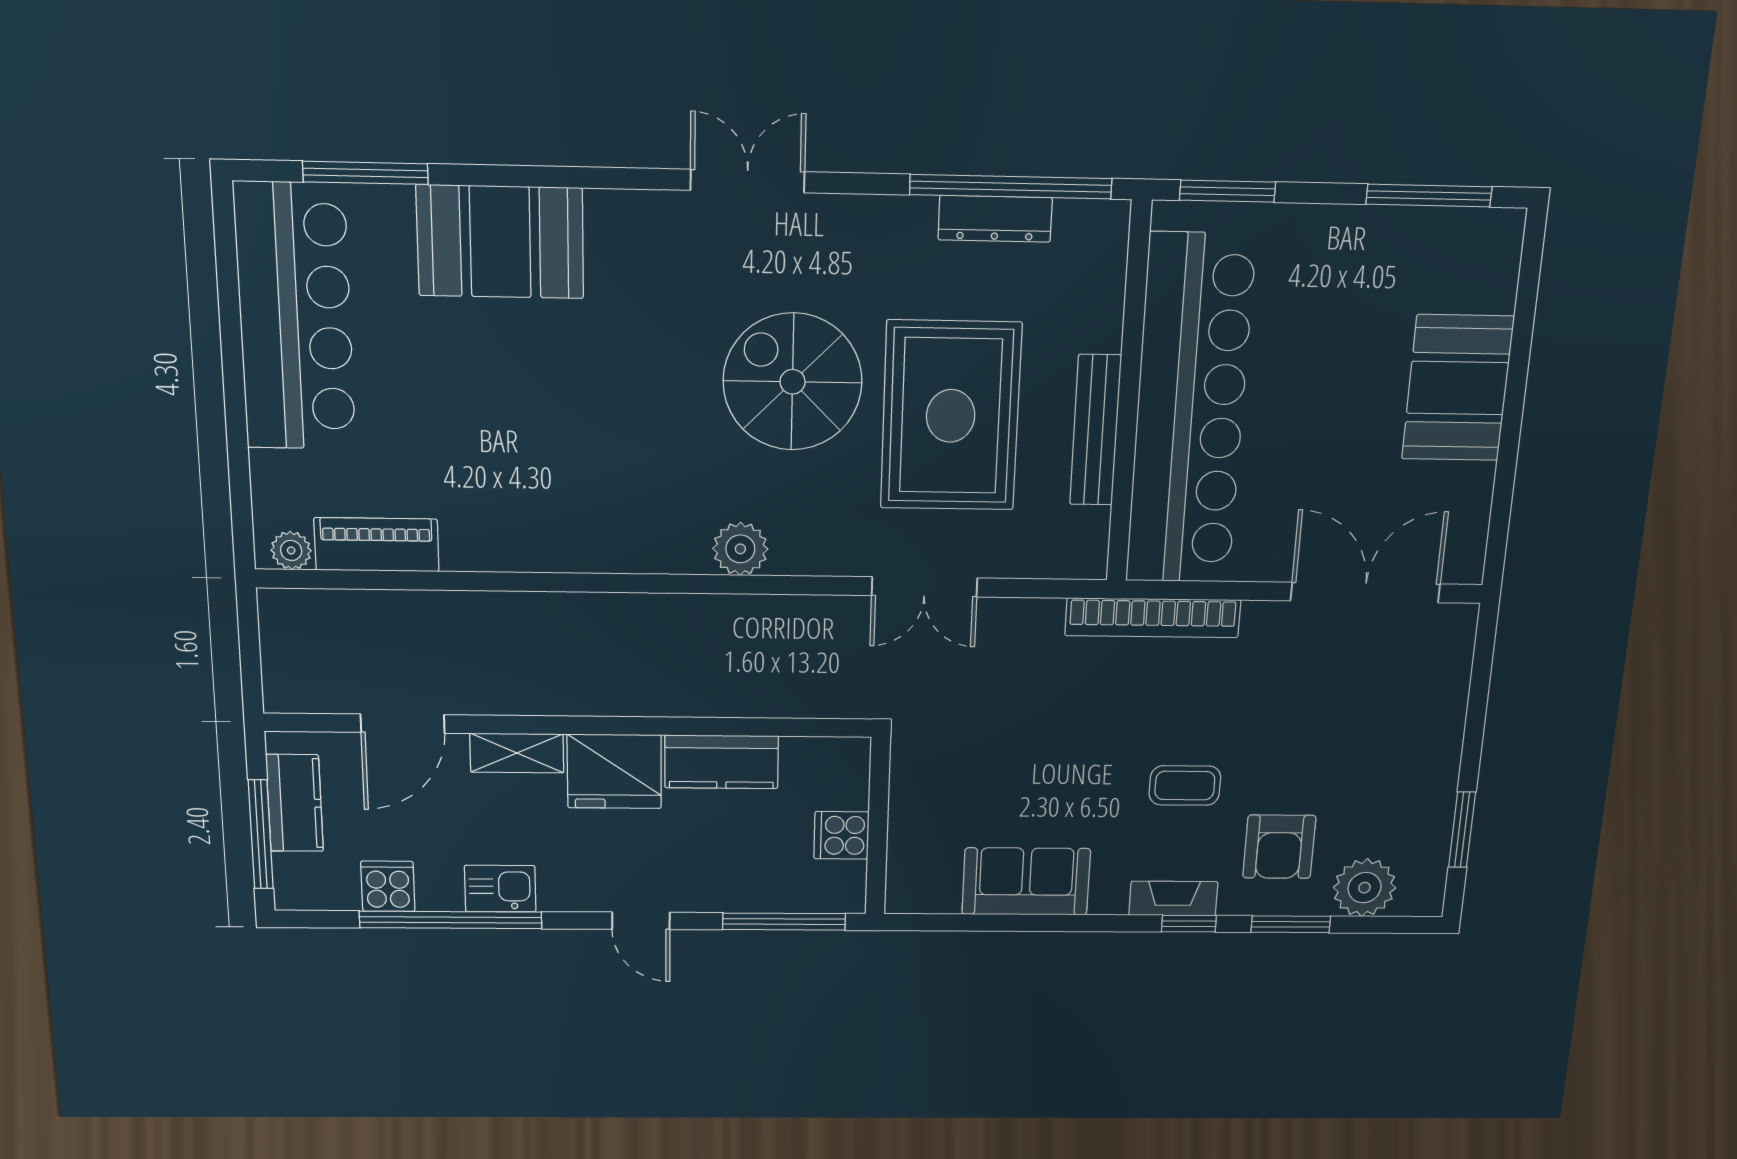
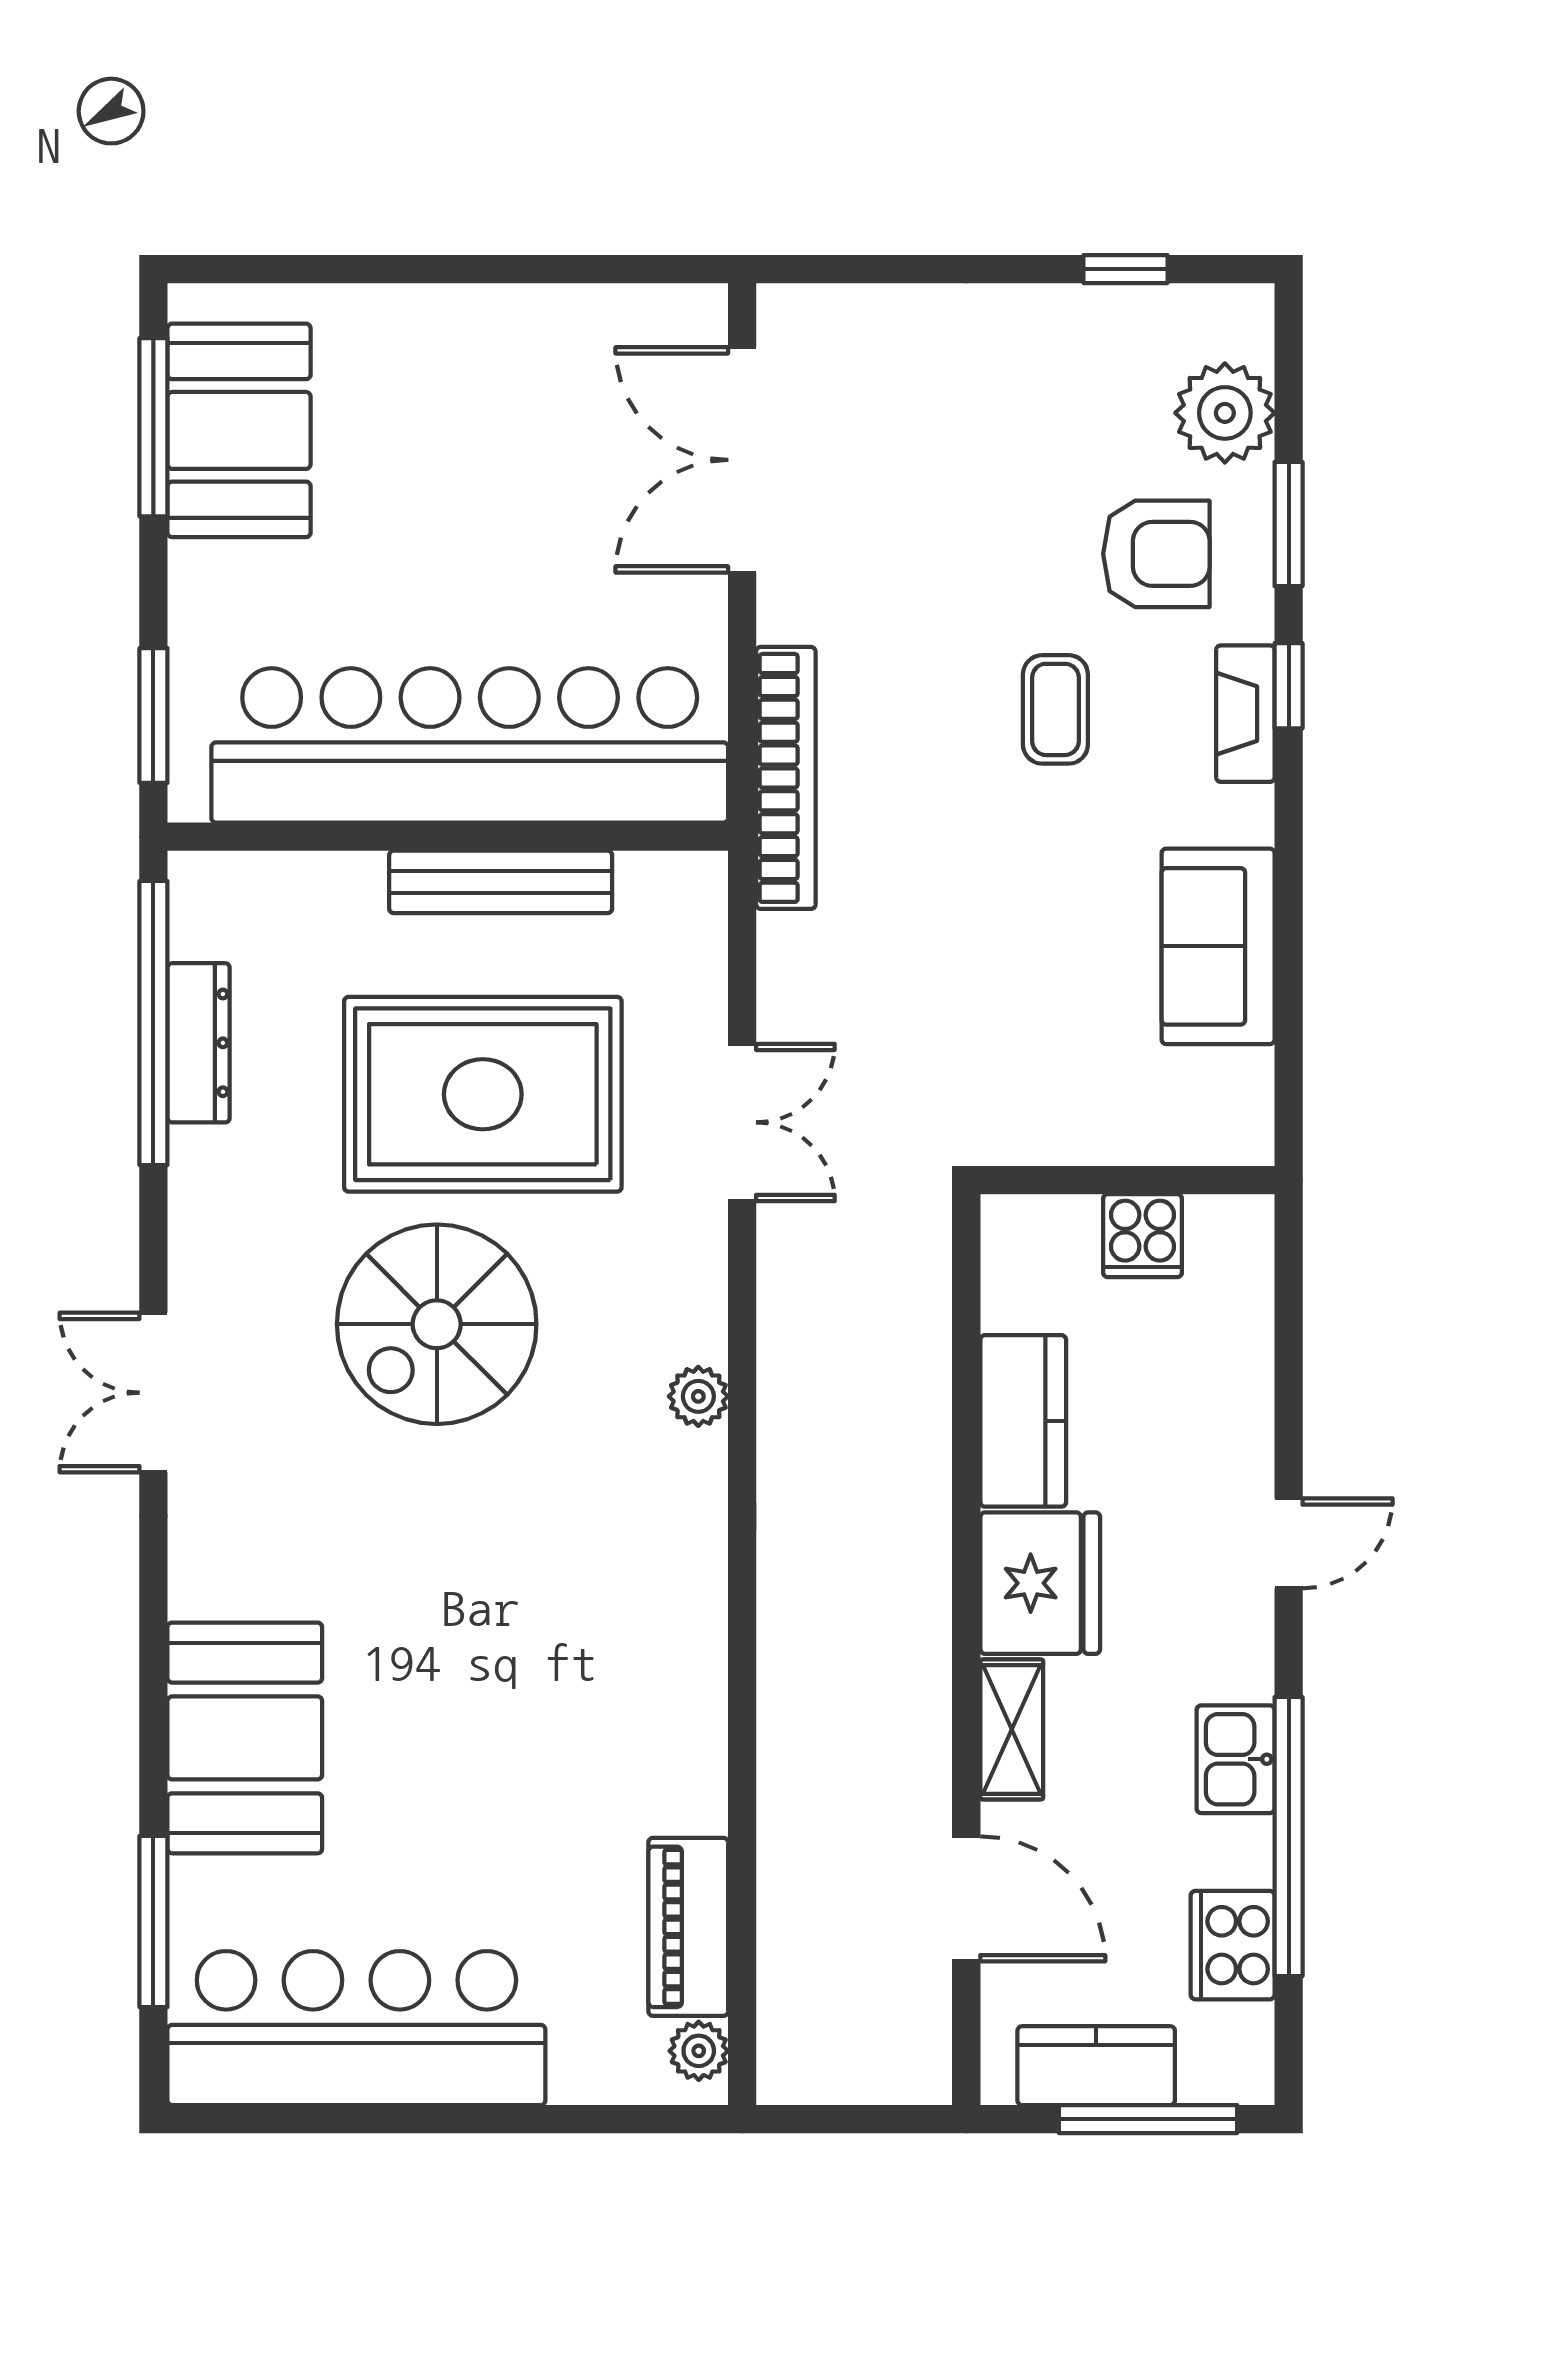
booth: (1458, 388) -> (239, 430), moved, turned 90
plant: (740, 549) -> (698, 1396), width x0.73, depth x0.73
window: (1462, 830) -> (1126, 269), width x0.67
cooker: (388, 886) -> (1233, 1945), width x1.36
window: (784, 922) -> (1289, 1321), removed

